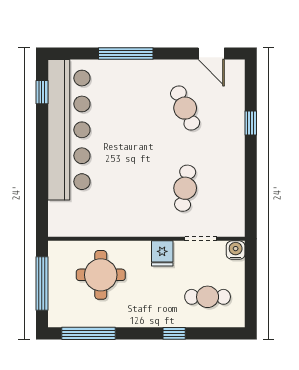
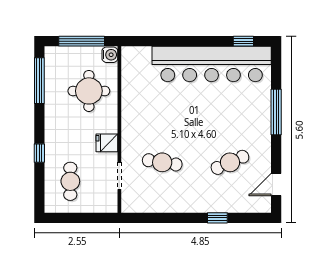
water cooler: (236, 250) -> (110, 55), moved

